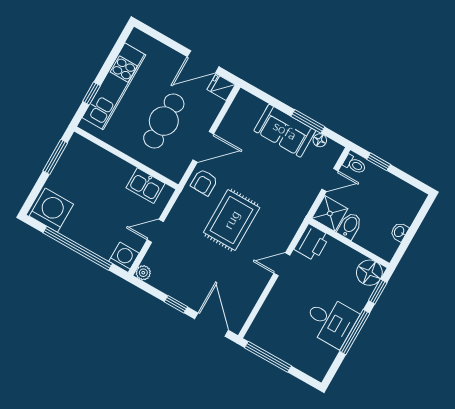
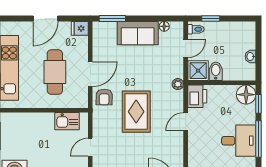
door: (203, 62) -> (46, 19), moved
window: (308, 121) -> (112, 19), moved
plant: (298, 216) -> (178, 84), added

